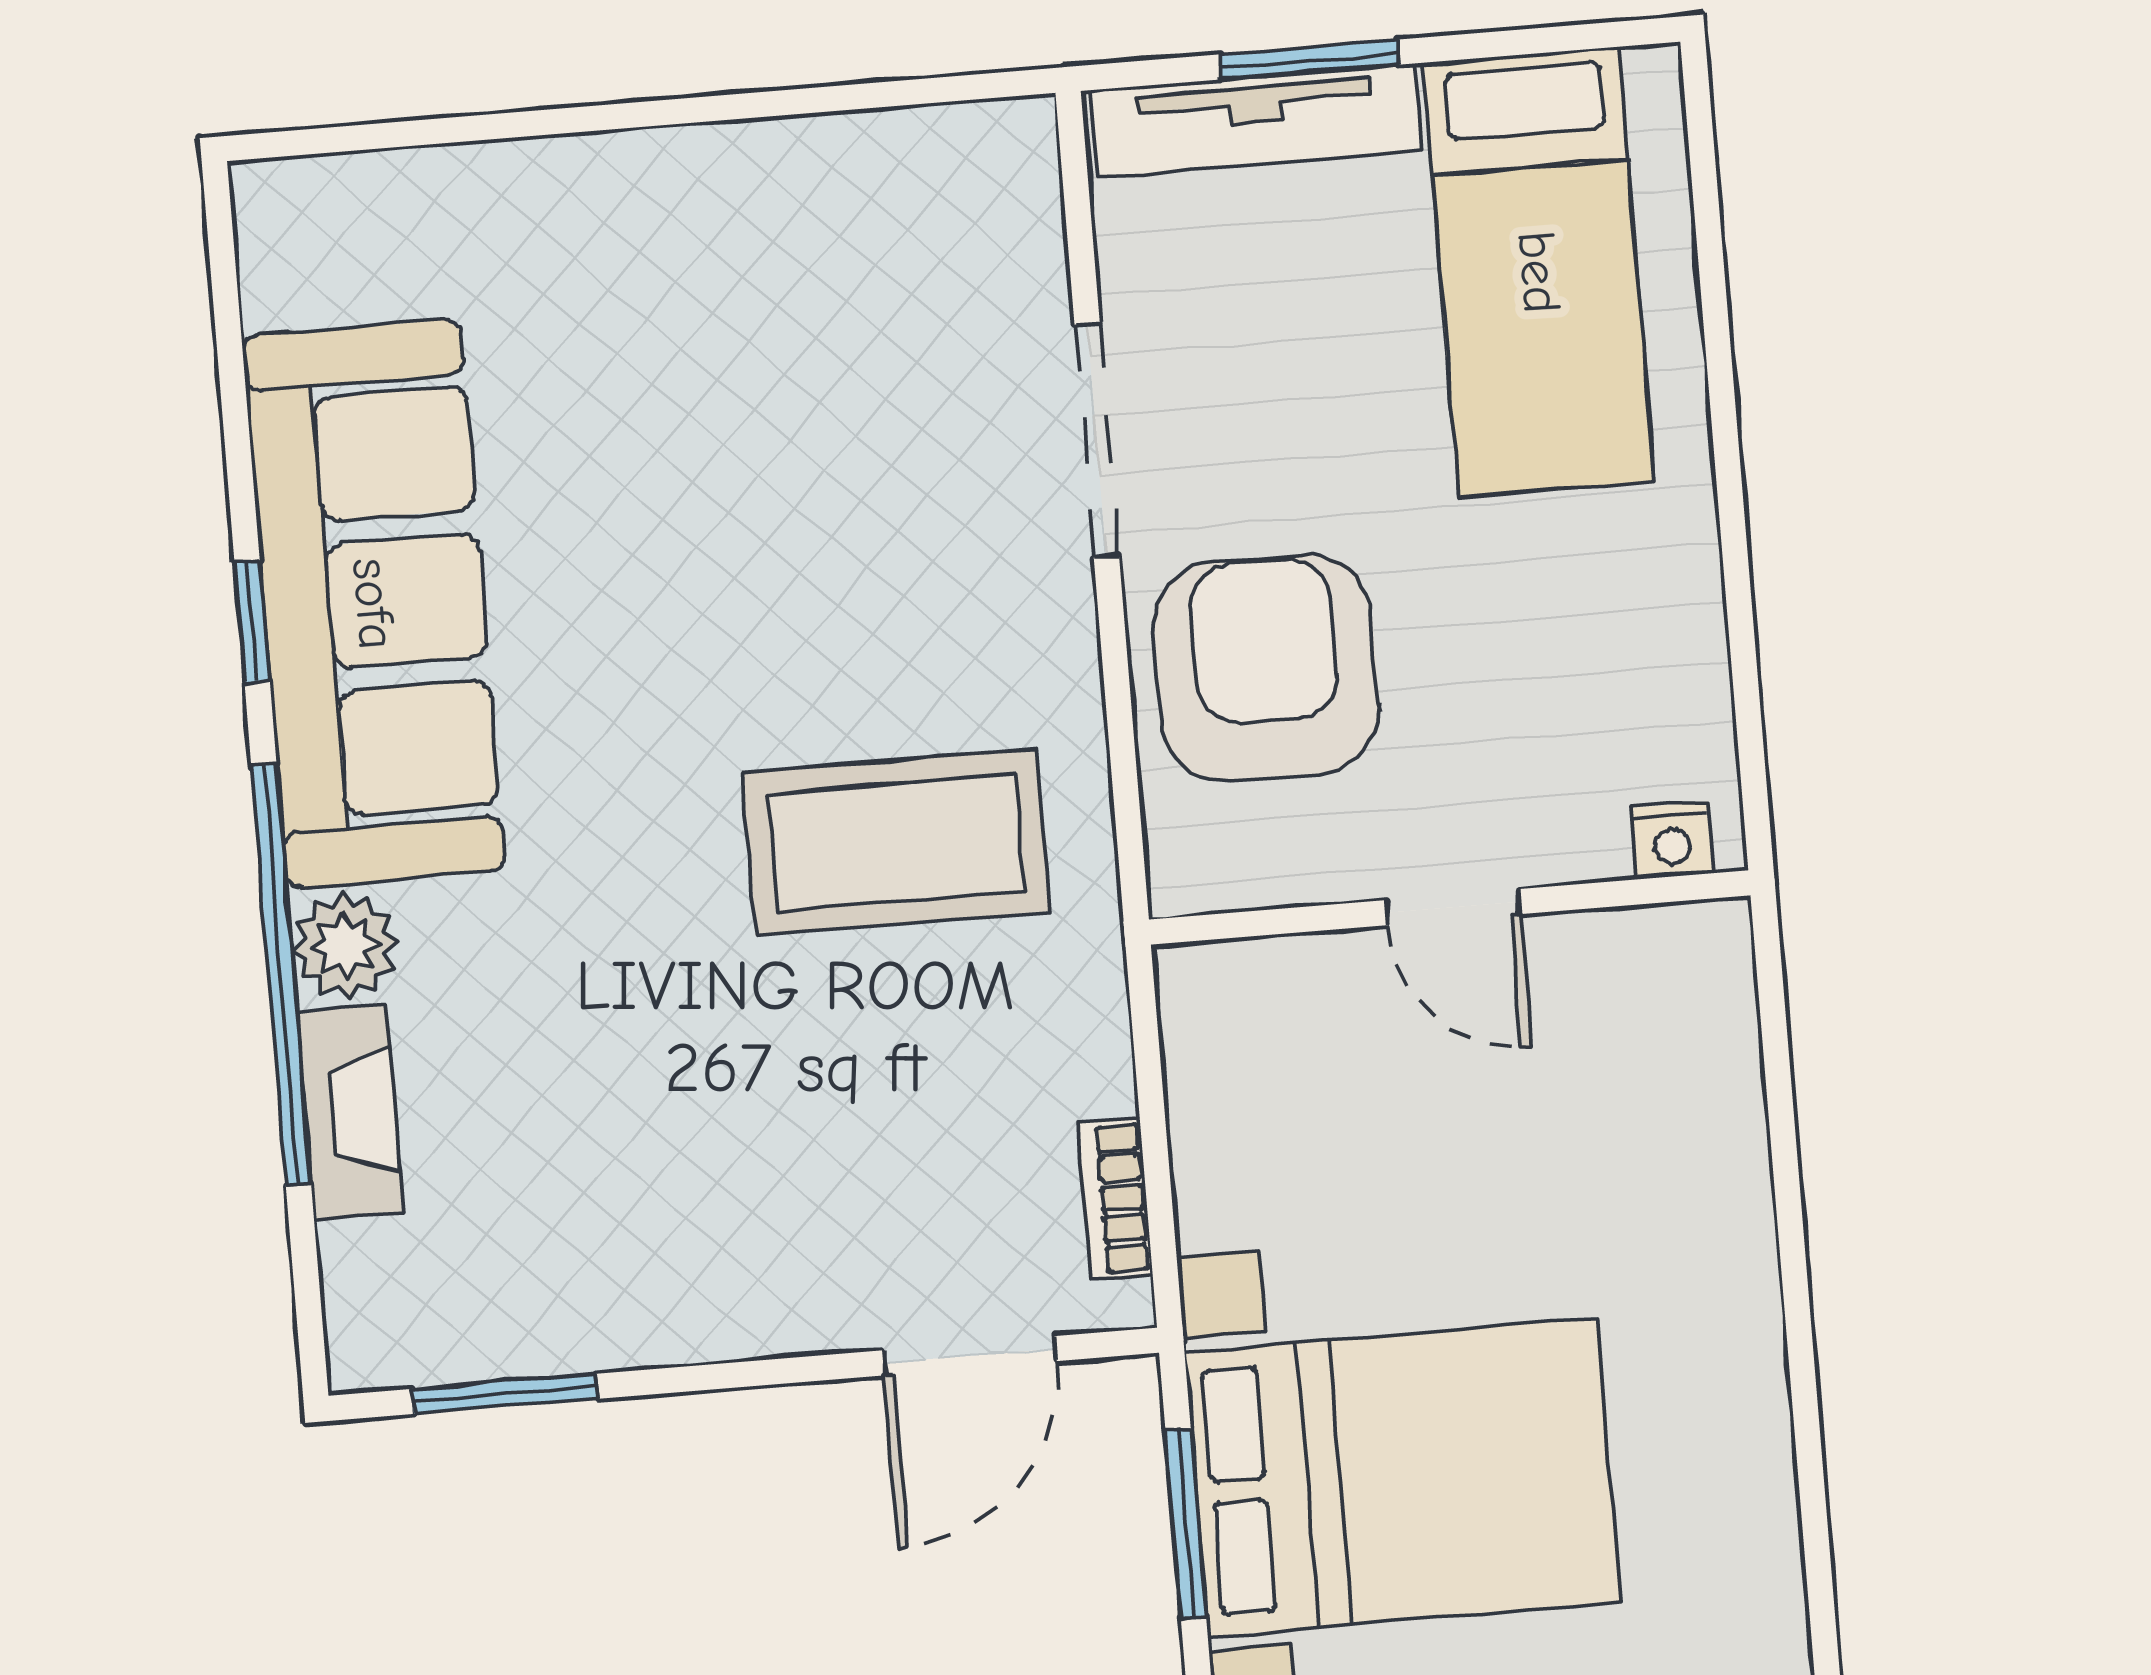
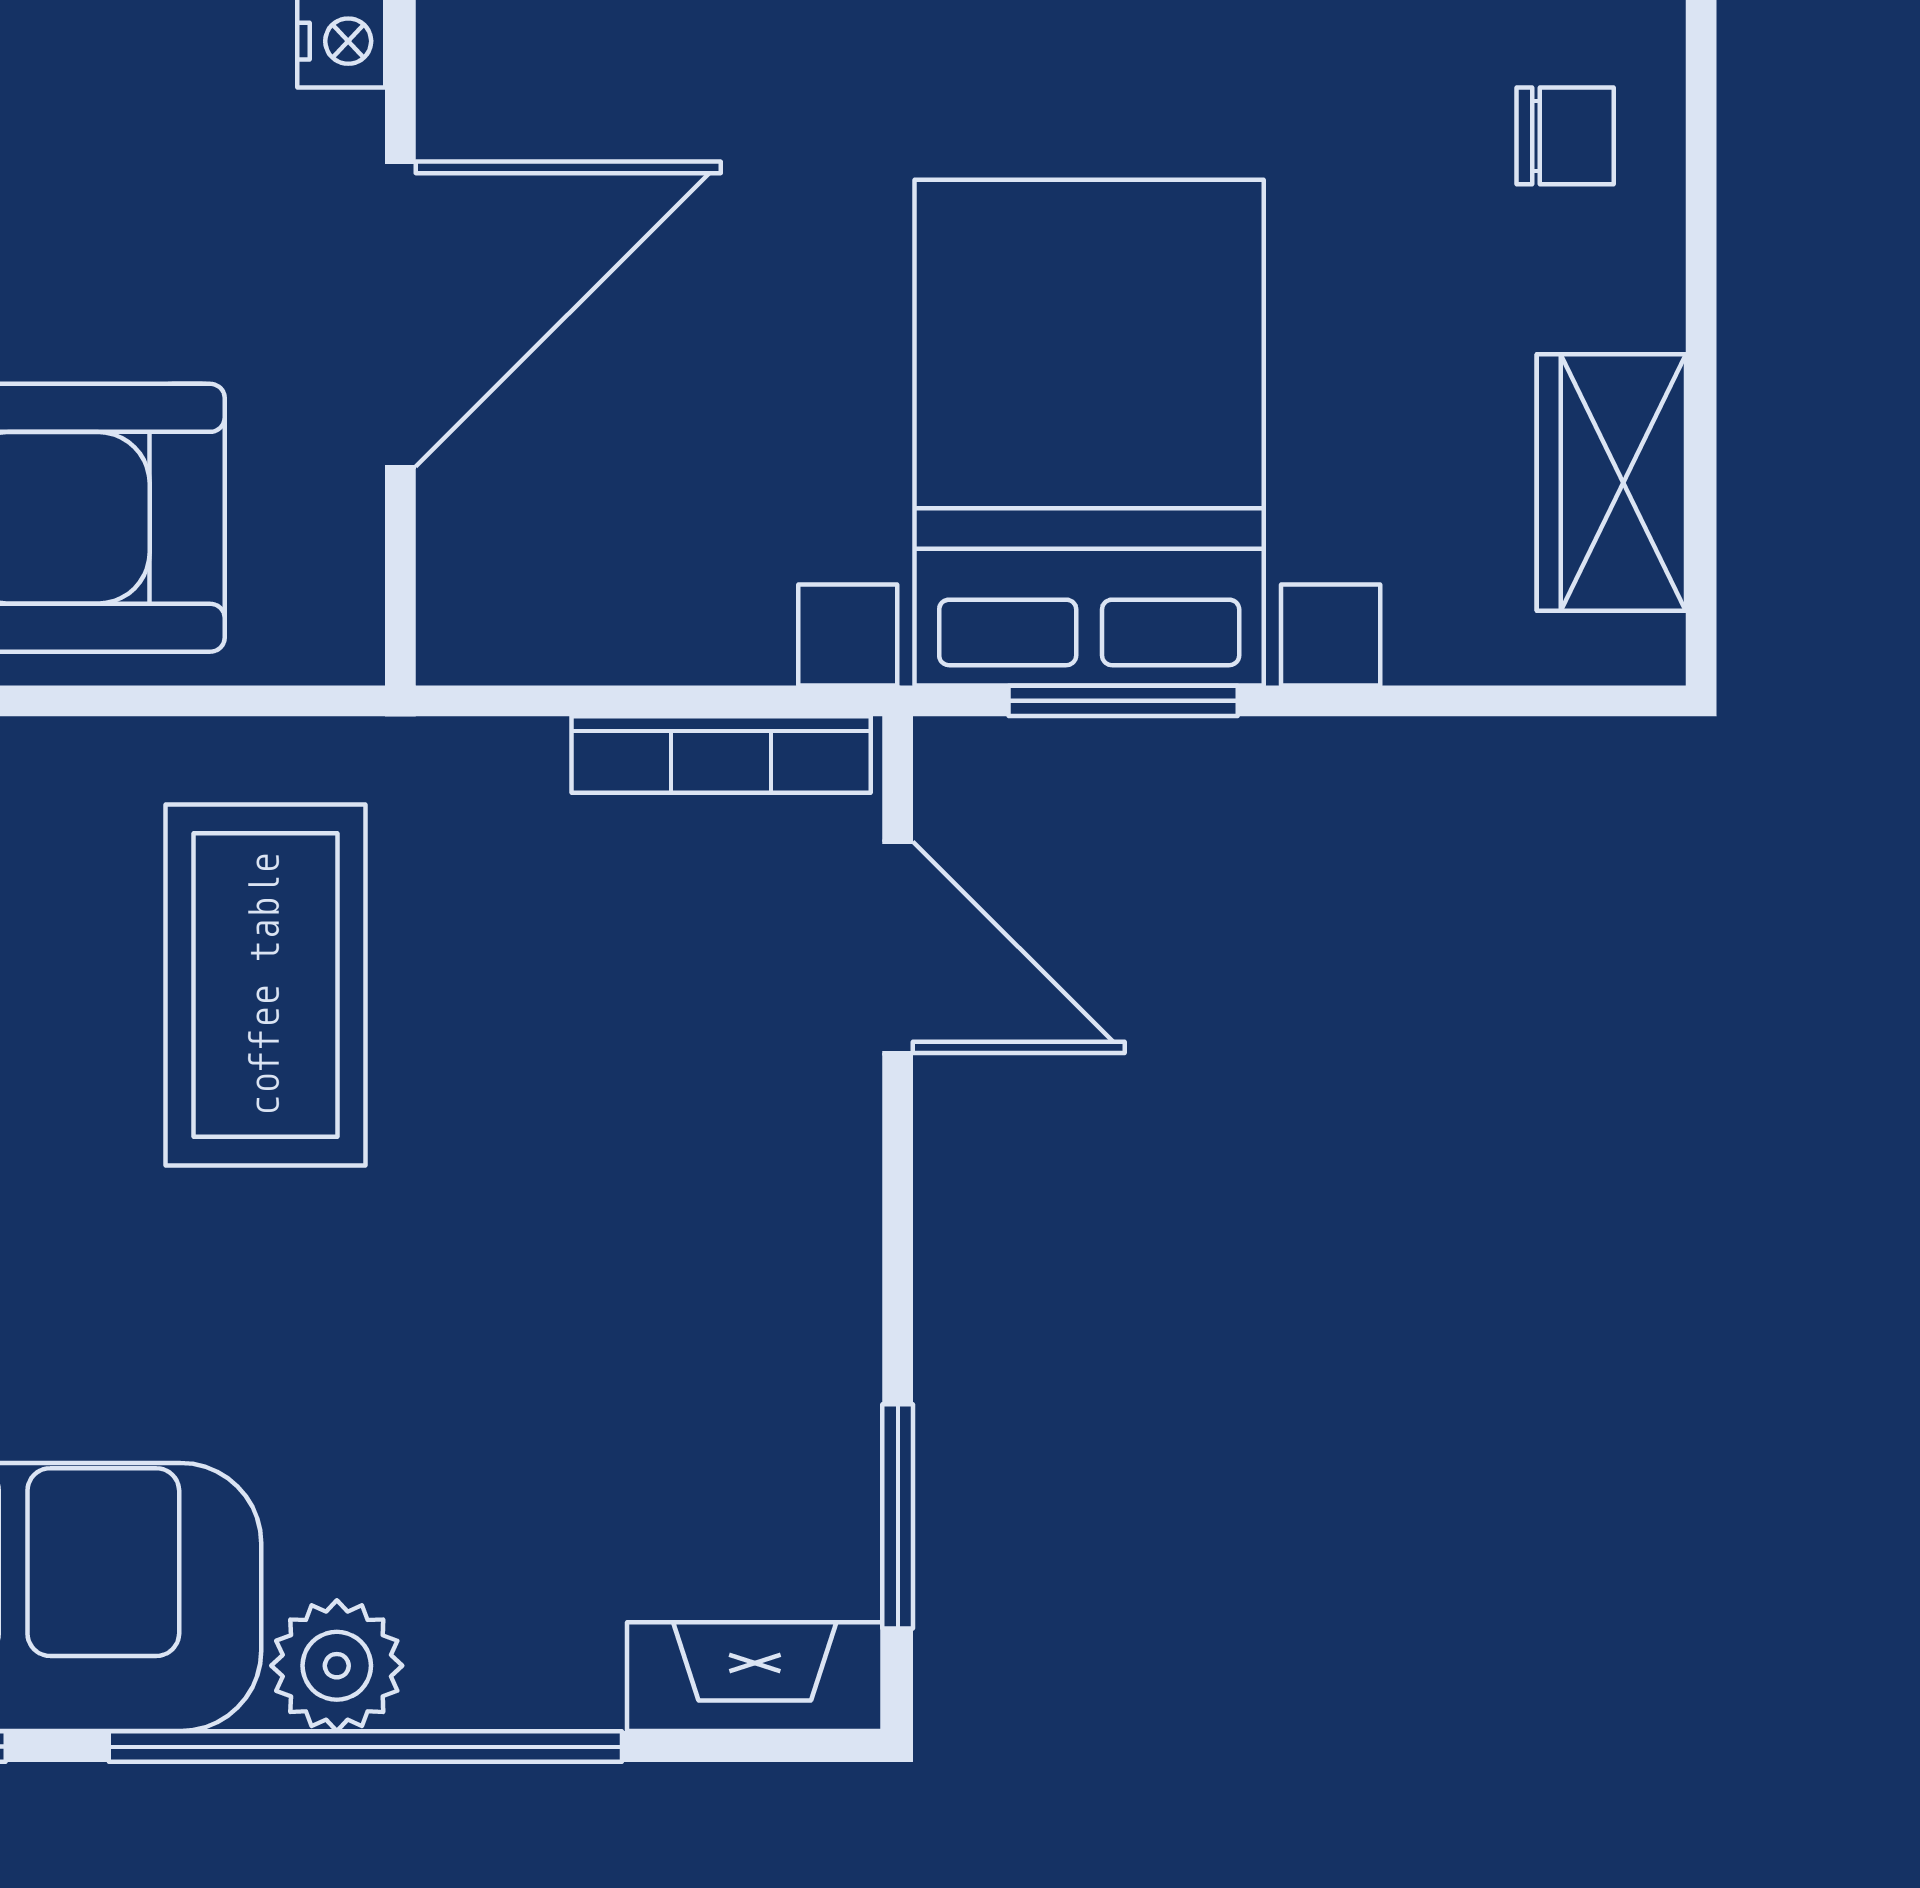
door: (1453, 907) -> (400, 314), width x1.88
fireplace: (350, 1113) -> (755, 1677), moved
bookcase: (1115, 1199) -> (721, 754), width x1.56

